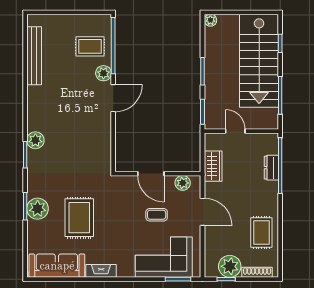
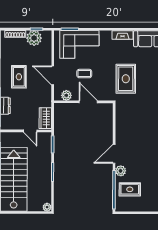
wardrobe: (213, 166) -> (45, 118), moved
rug: (79, 218) -> (126, 79), moved
rug: (261, 233) -> (19, 77), moved

